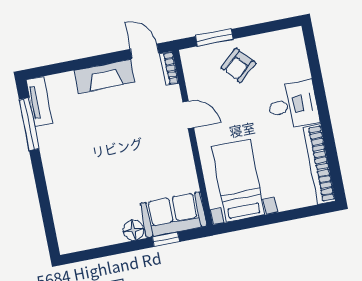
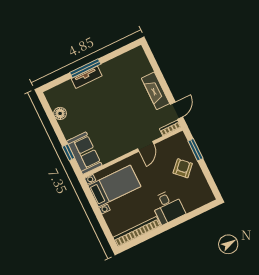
armchair: (238, 65) -> (183, 168), turned 85
tv unit: (39, 102) -> (87, 77), moved
window: (29, 124) -> (85, 68), moved
floor lamp: (133, 230) -> (60, 113), moved

